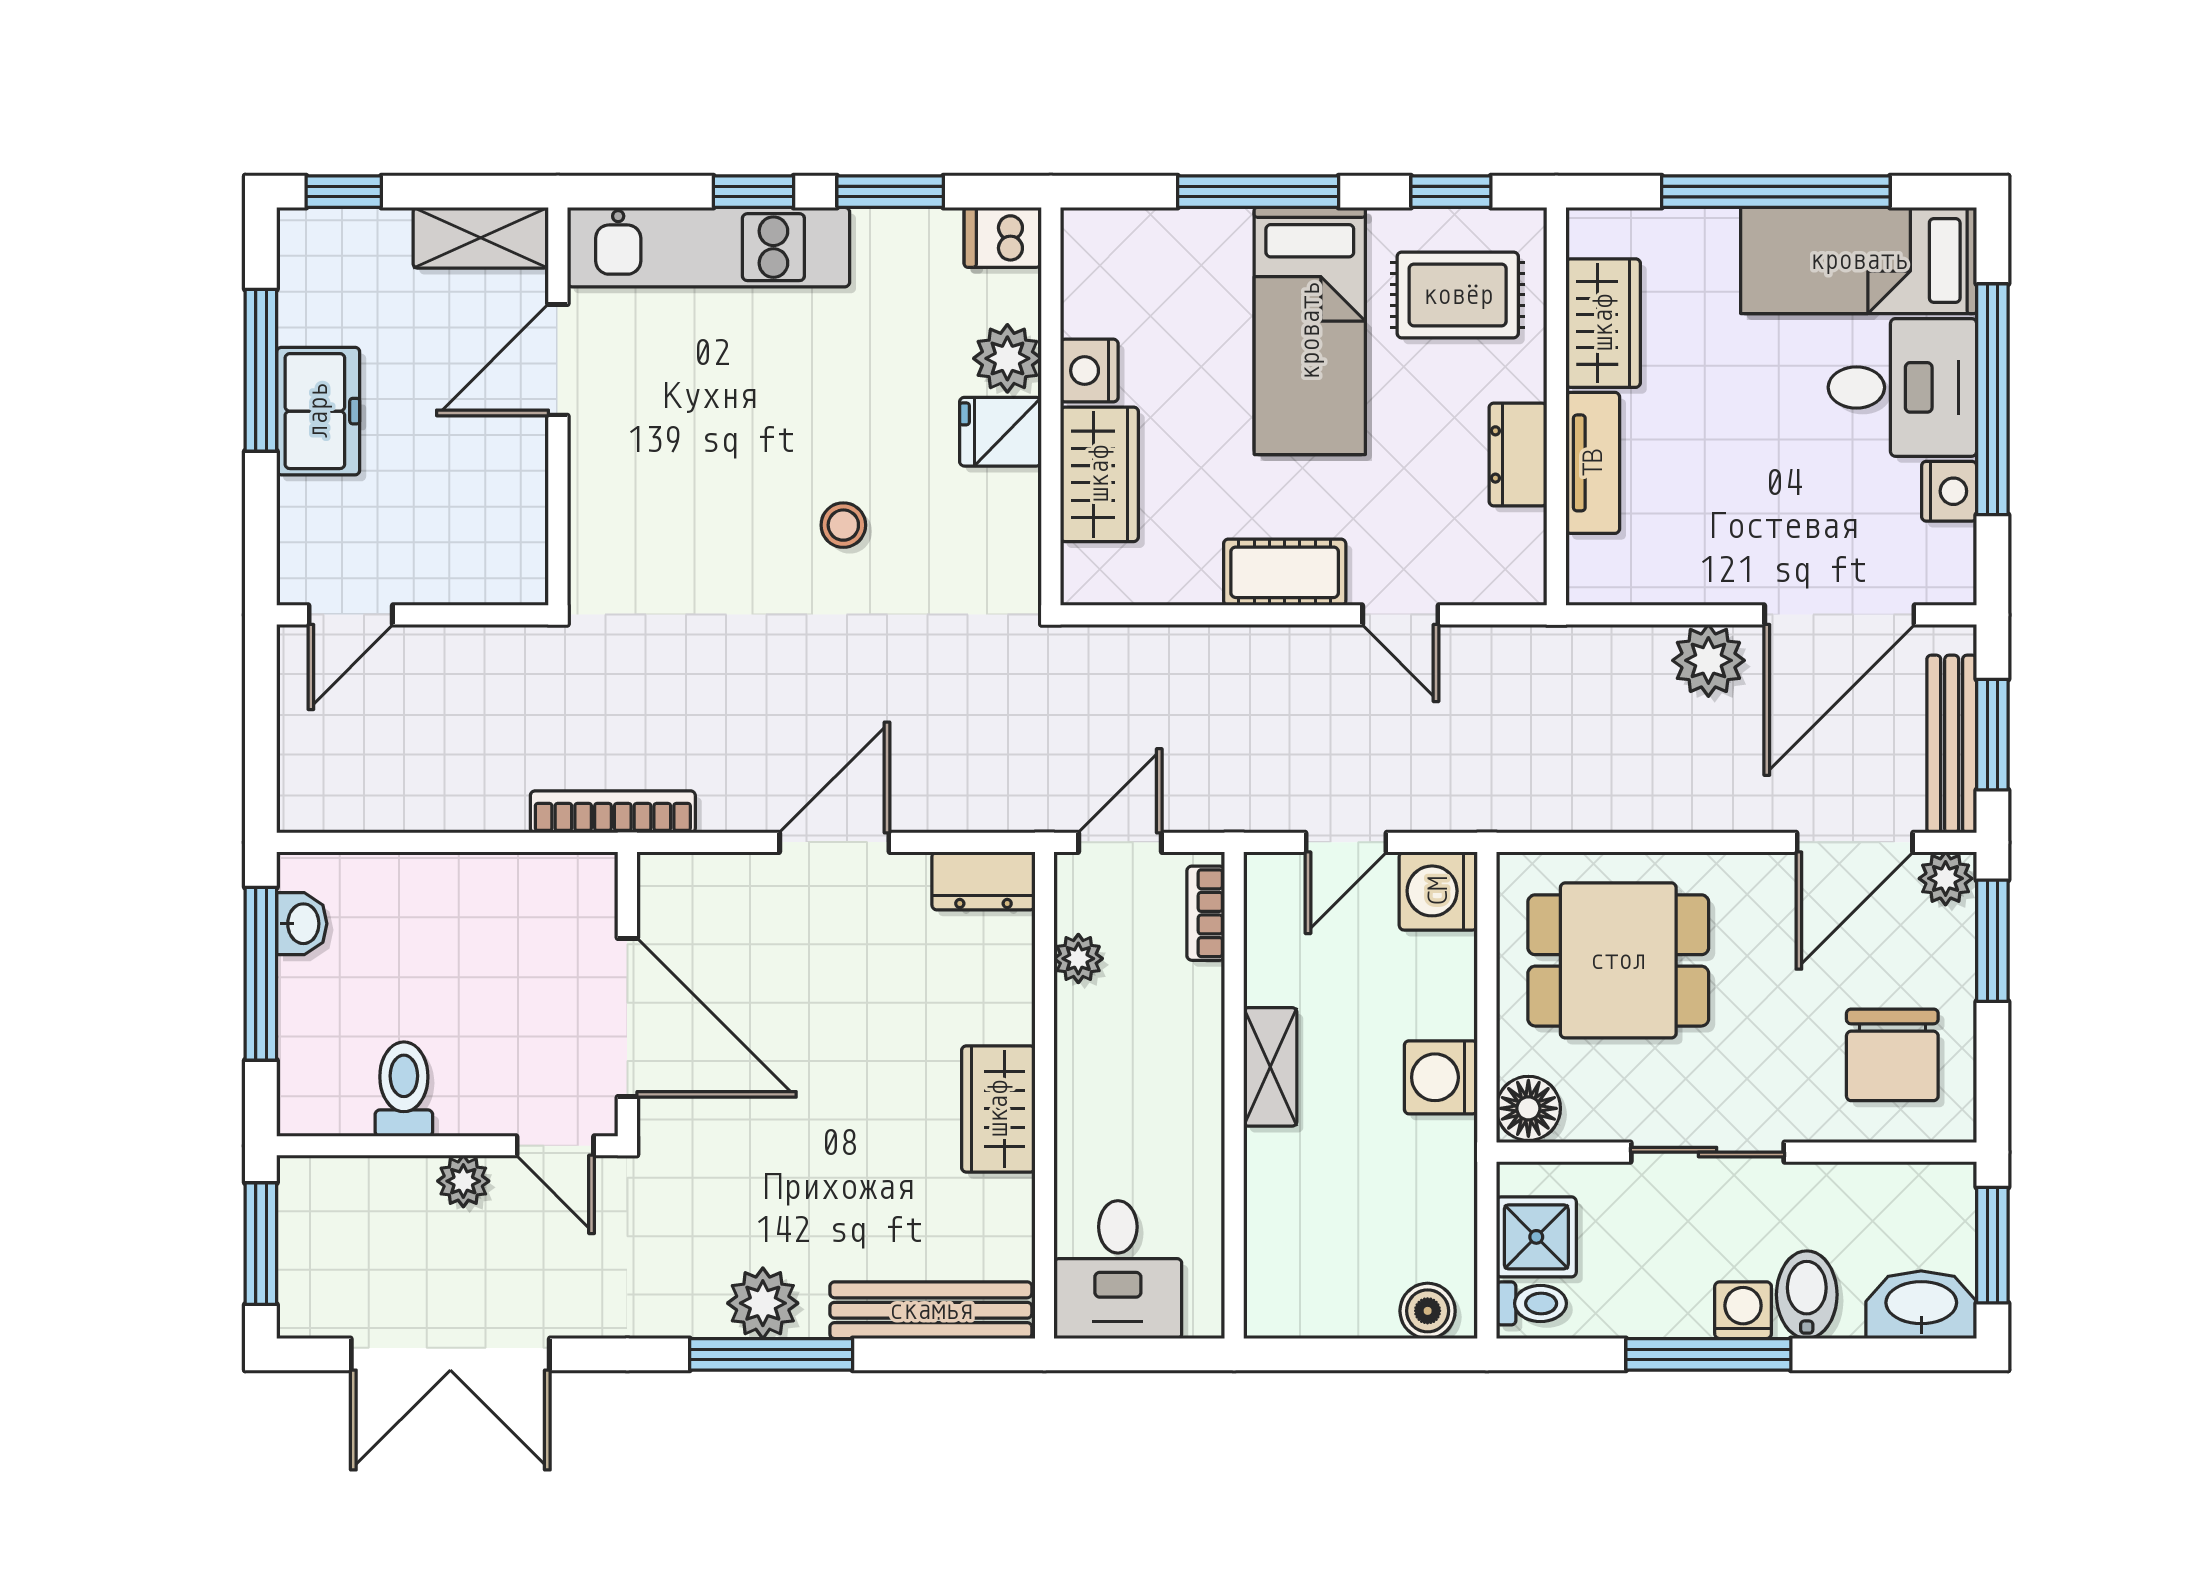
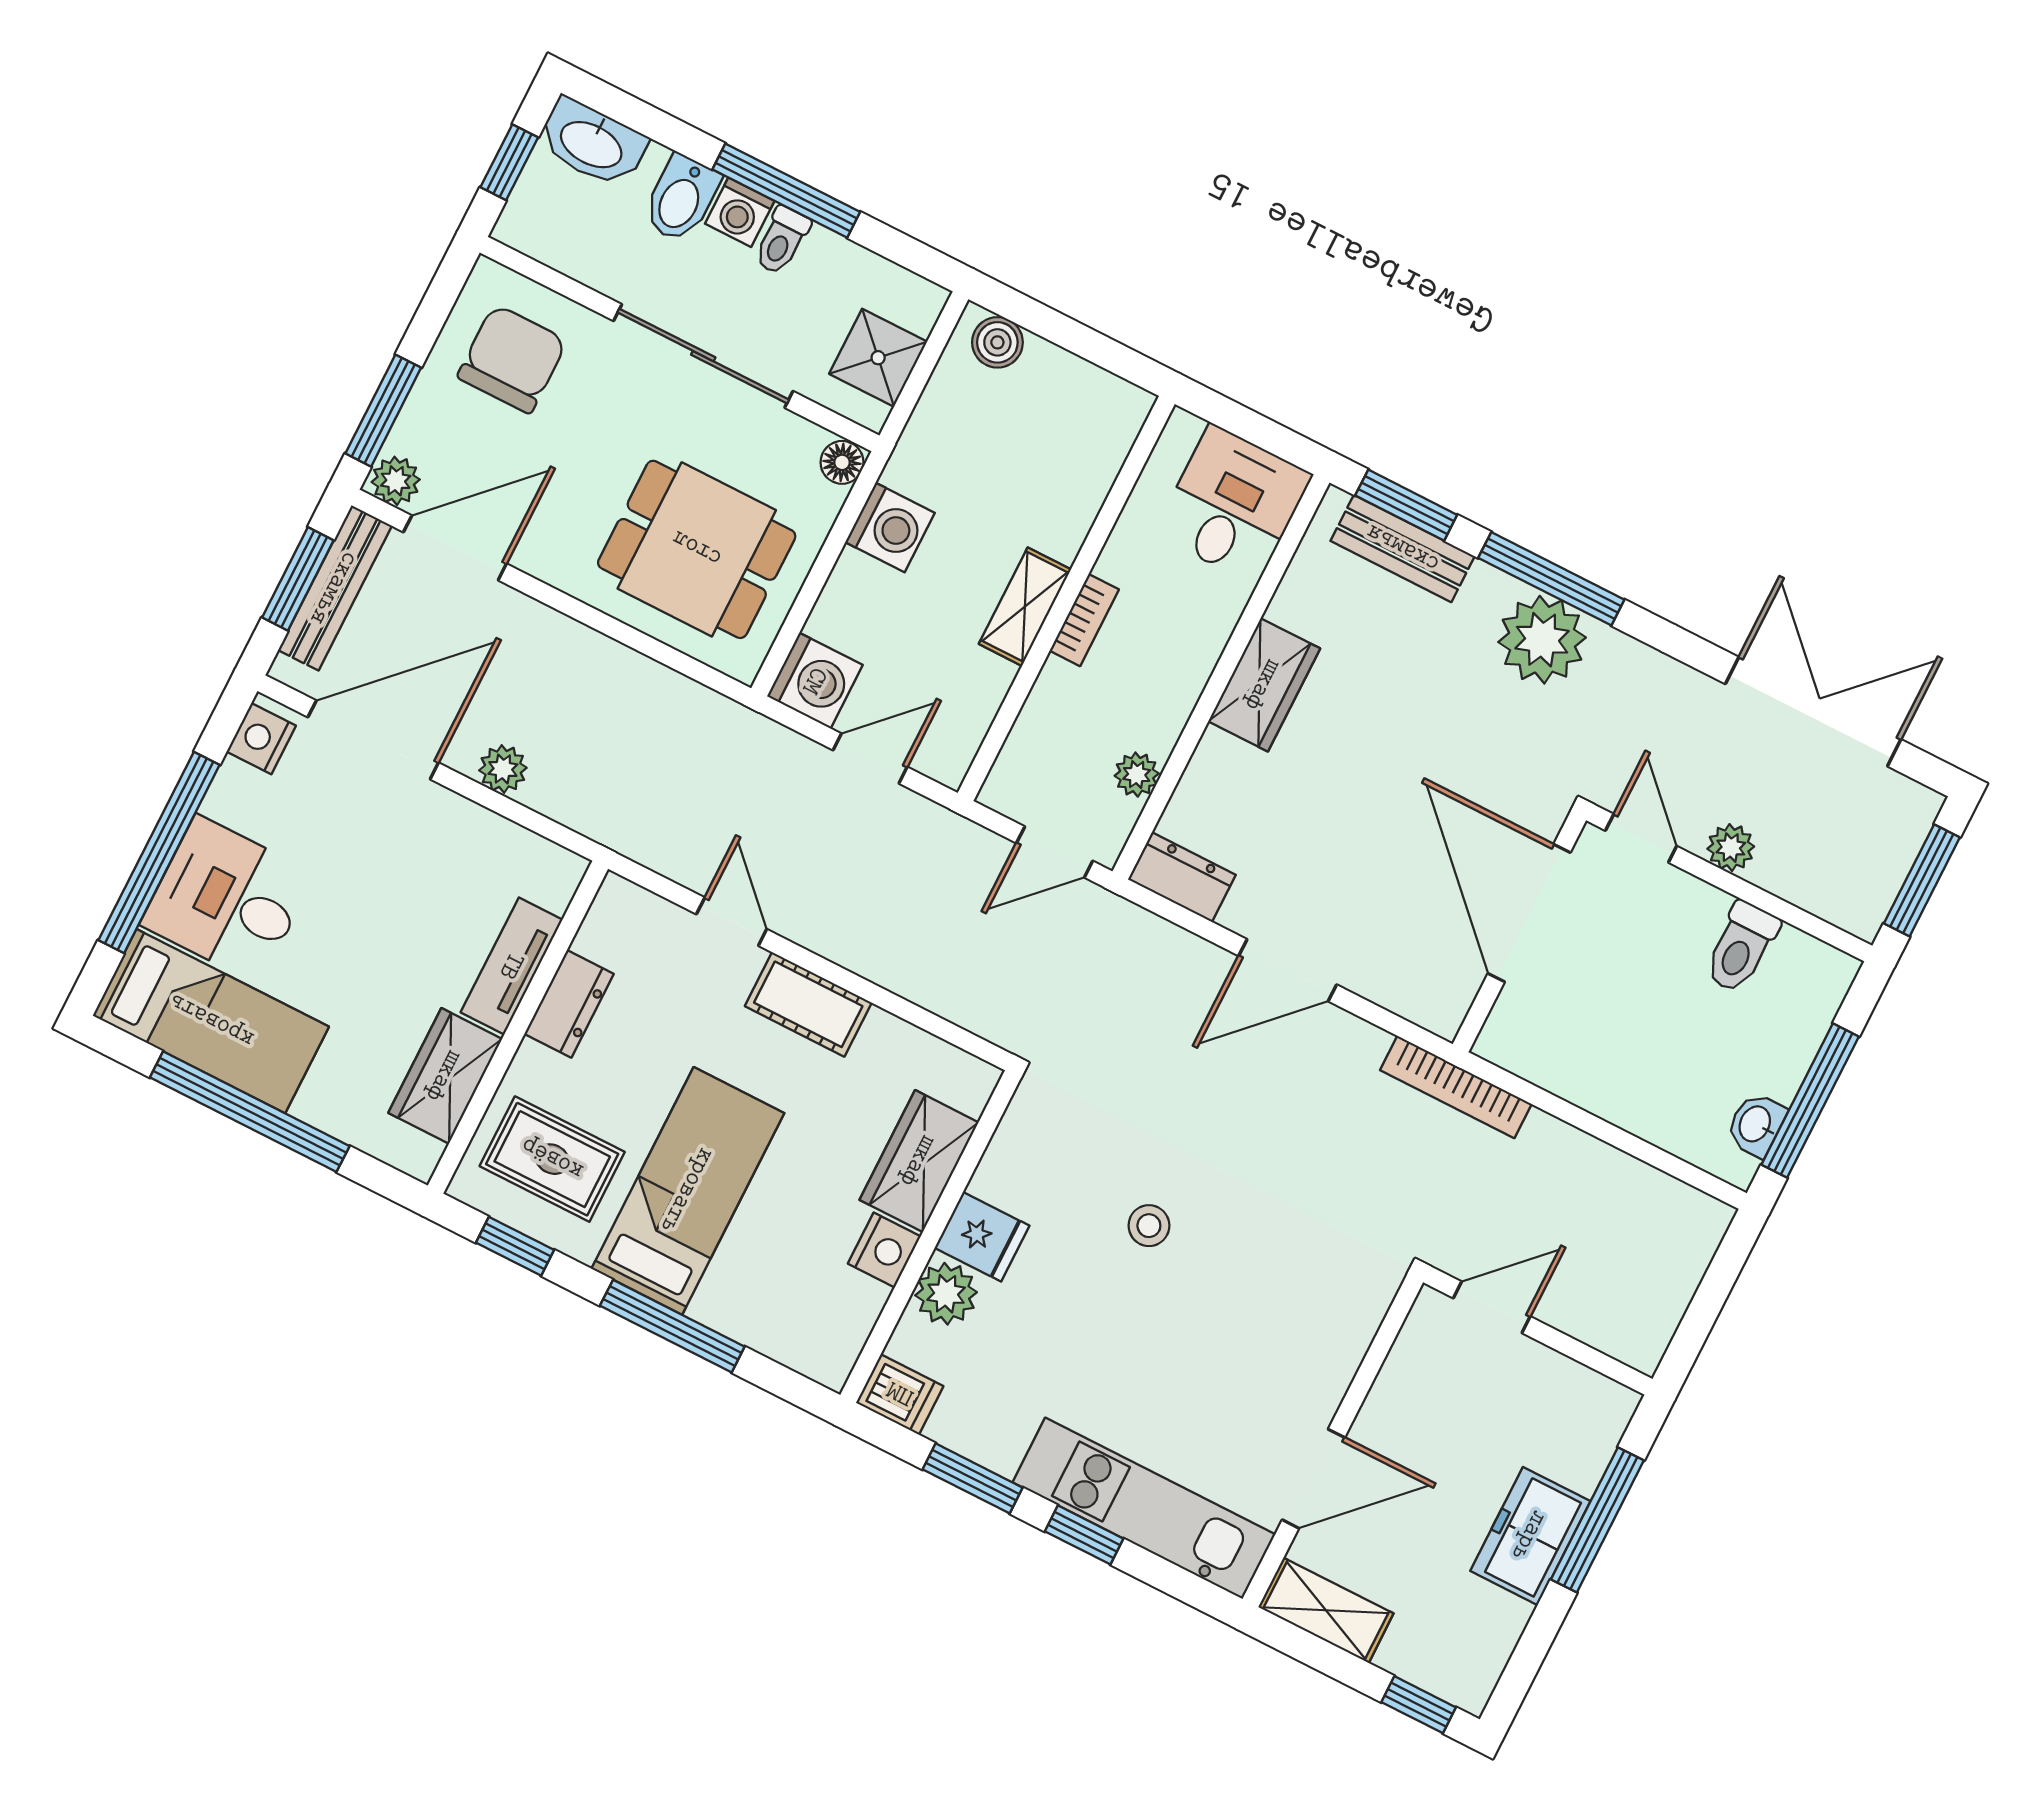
window: (261, 370) -> (1597, 1520), moved
nightstand: (1949, 491) -> (261, 739), moved
door: (351, 615) -> (1492, 1307), moved
plant: (1708, 660) -> (503, 769), width x0.73, depth x0.73
bookcase: (1206, 913) -> (1084, 620), moved
floor lamp: (1528, 1108) -> (842, 462), width x0.73, depth x0.73
sliding door: (1707, 1152) -> (703, 356), width x1.37
window: (1992, 1245) -> (509, 162), width x0.67
plant: (763, 1303) -> (1542, 640), width x1.36, depth x1.36
toilet: (1531, 1303) -> (782, 240), moved, turned -90
bench: (931, 1310) -> (1403, 549), width x0.73
window: (949, 1354) -> (1406, 505), added

